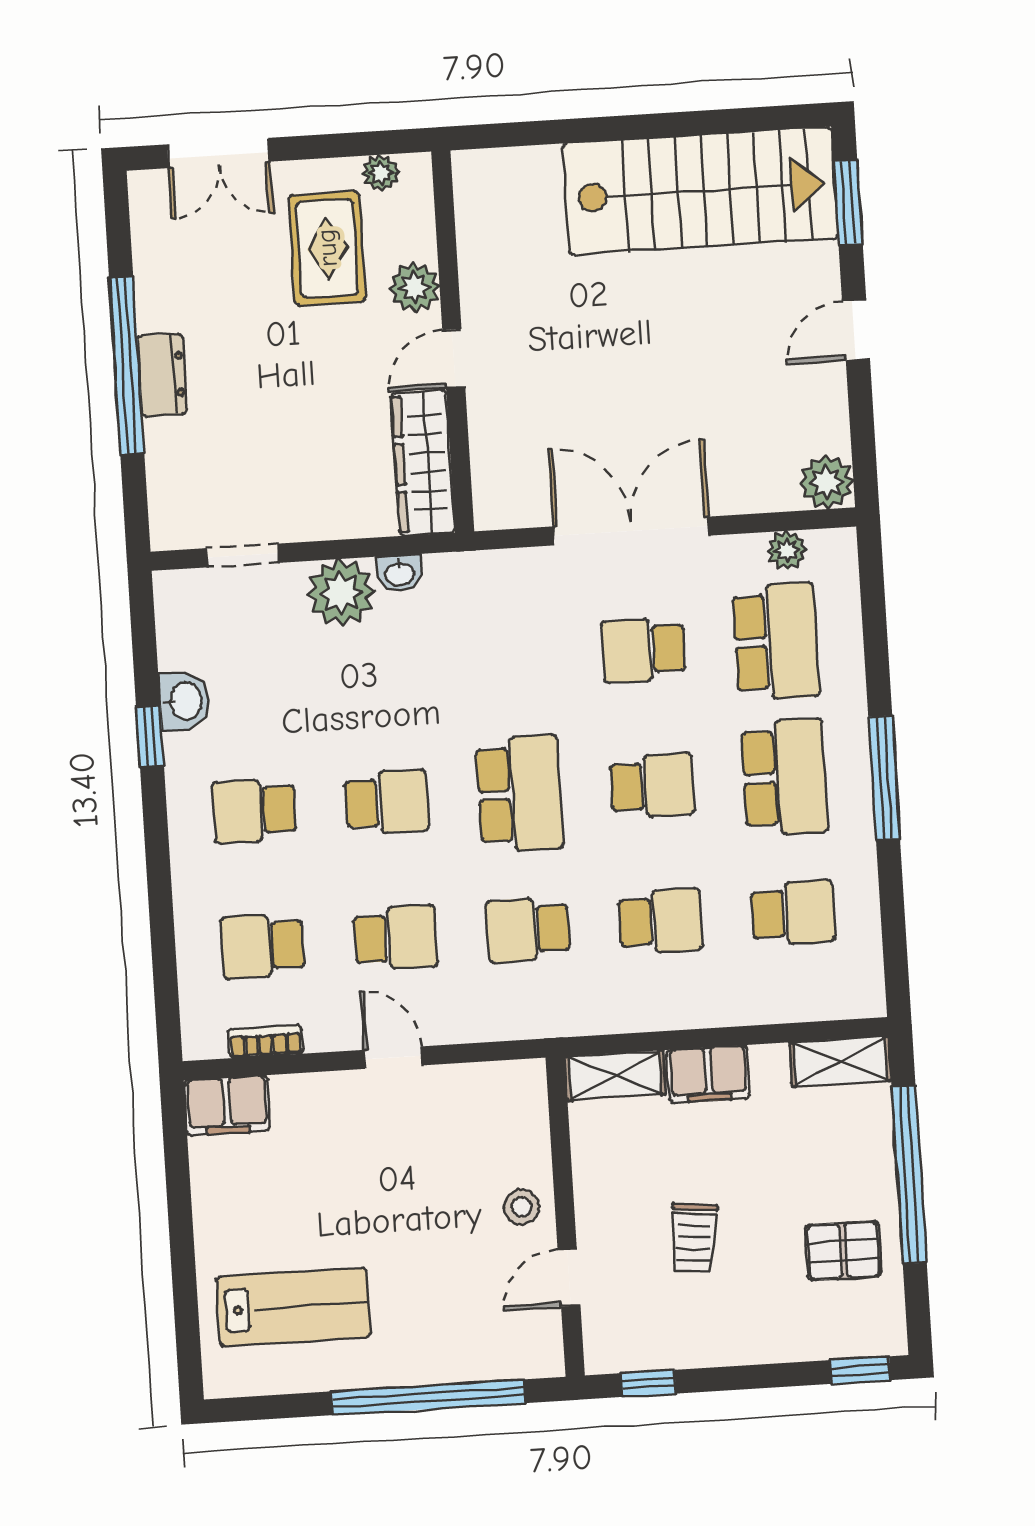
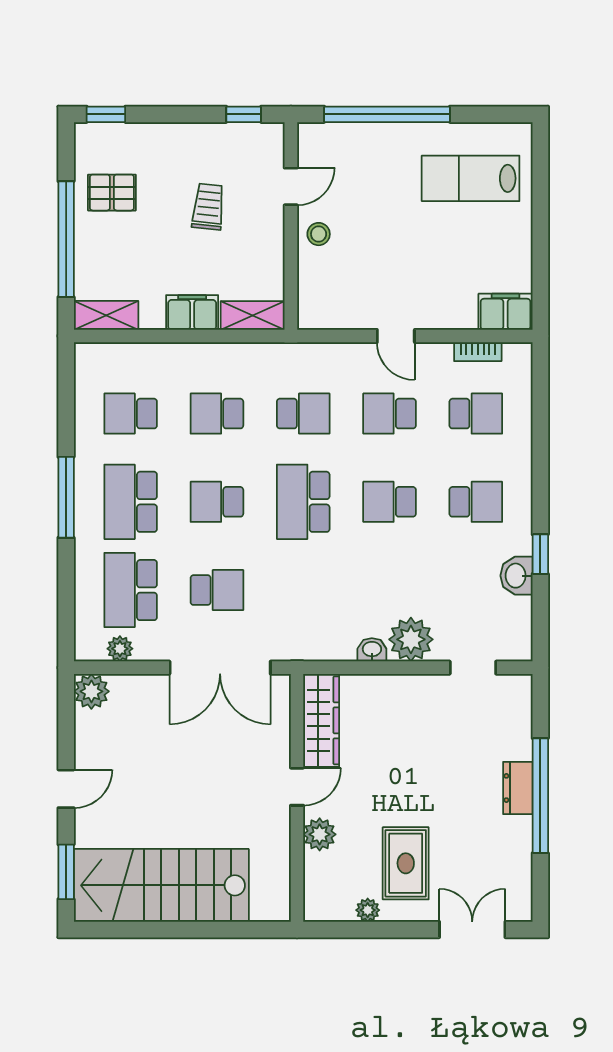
plant: (415, 288) -> (320, 834), moved
wall: (453, 341) -> (297, 798), moved
door: (454, 359) -> (297, 787), moved
wardrobe: (423, 463) -> (321, 720), moved

